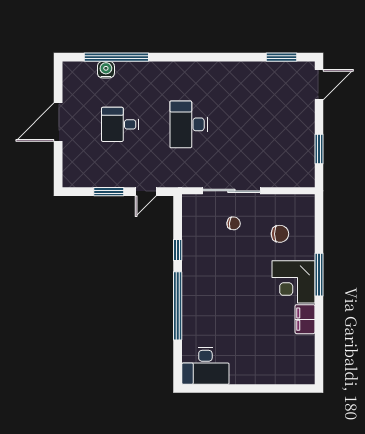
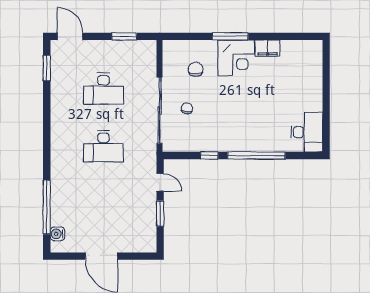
water cooler: (106, 70) -> (57, 234), moved
desk: (120, 124) -> (103, 89), moved, width x1.37
sliding door: (231, 191) -> (159, 110), width x1.36

